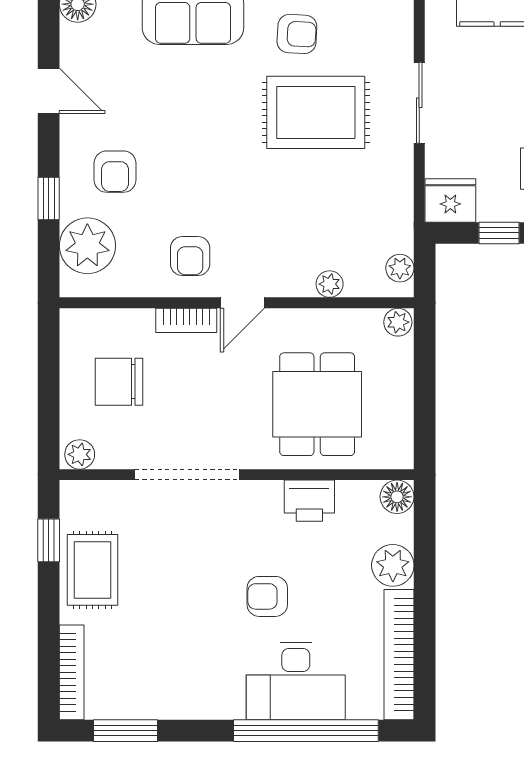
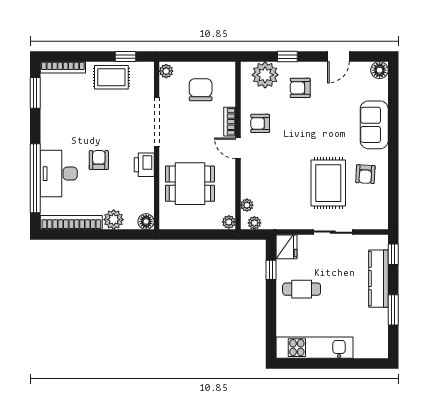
plant: (330, 284) -> (247, 205), moved
printer: (309, 501) -> (144, 165), moved

